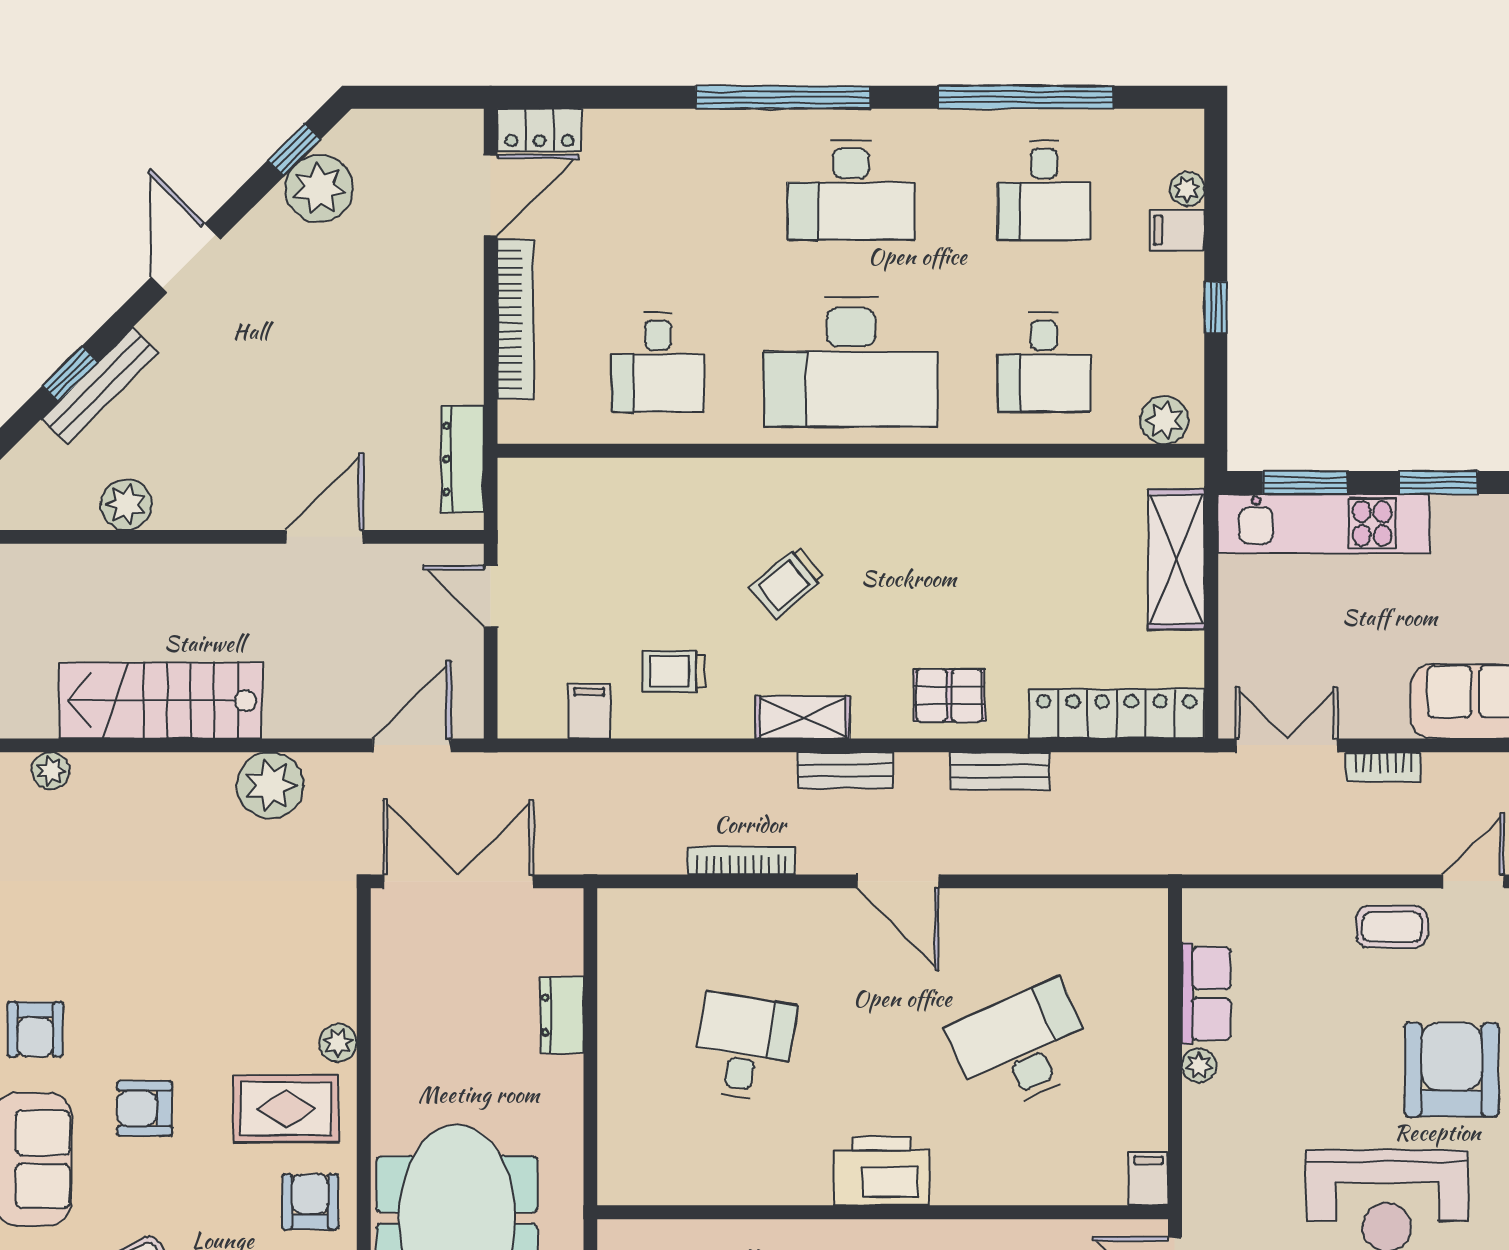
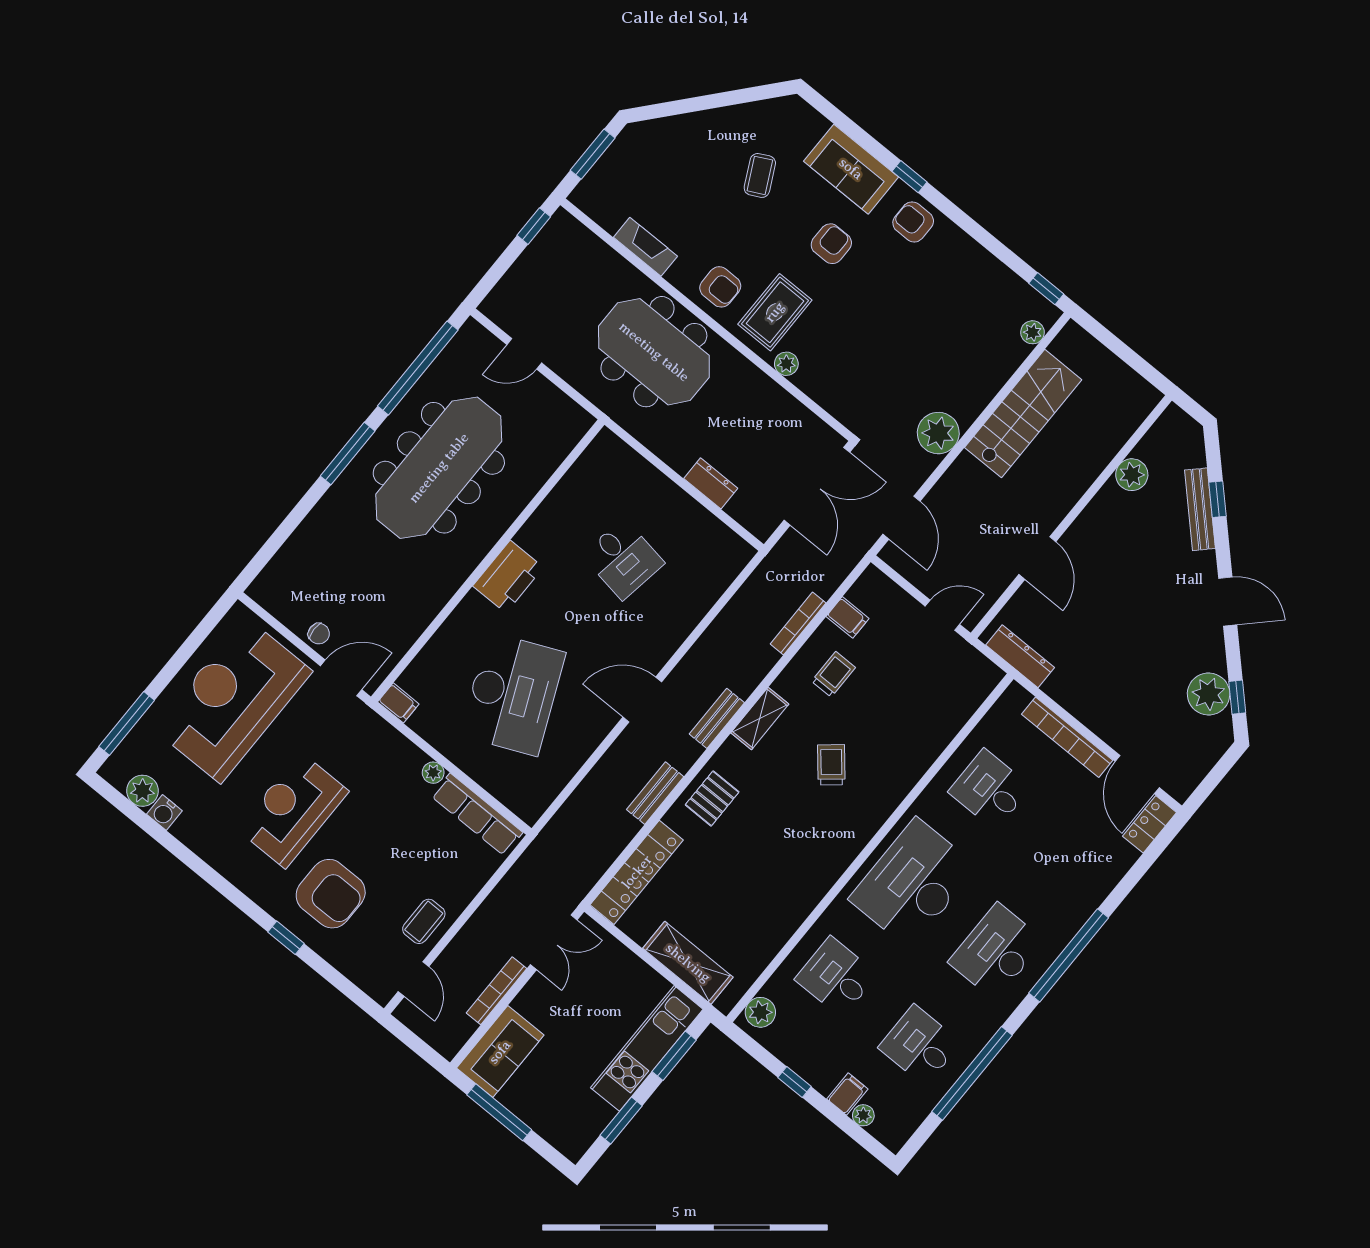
bookcase: (1383, 767) -> (497, 991), width x1.56
bookcase: (742, 861) -> (798, 624), moved, turned 180
row of seats: (1206, 994) -> (477, 814), width x1.48
desk: (1022, 1047) -> (513, 694), width x1.36, depth x1.30

